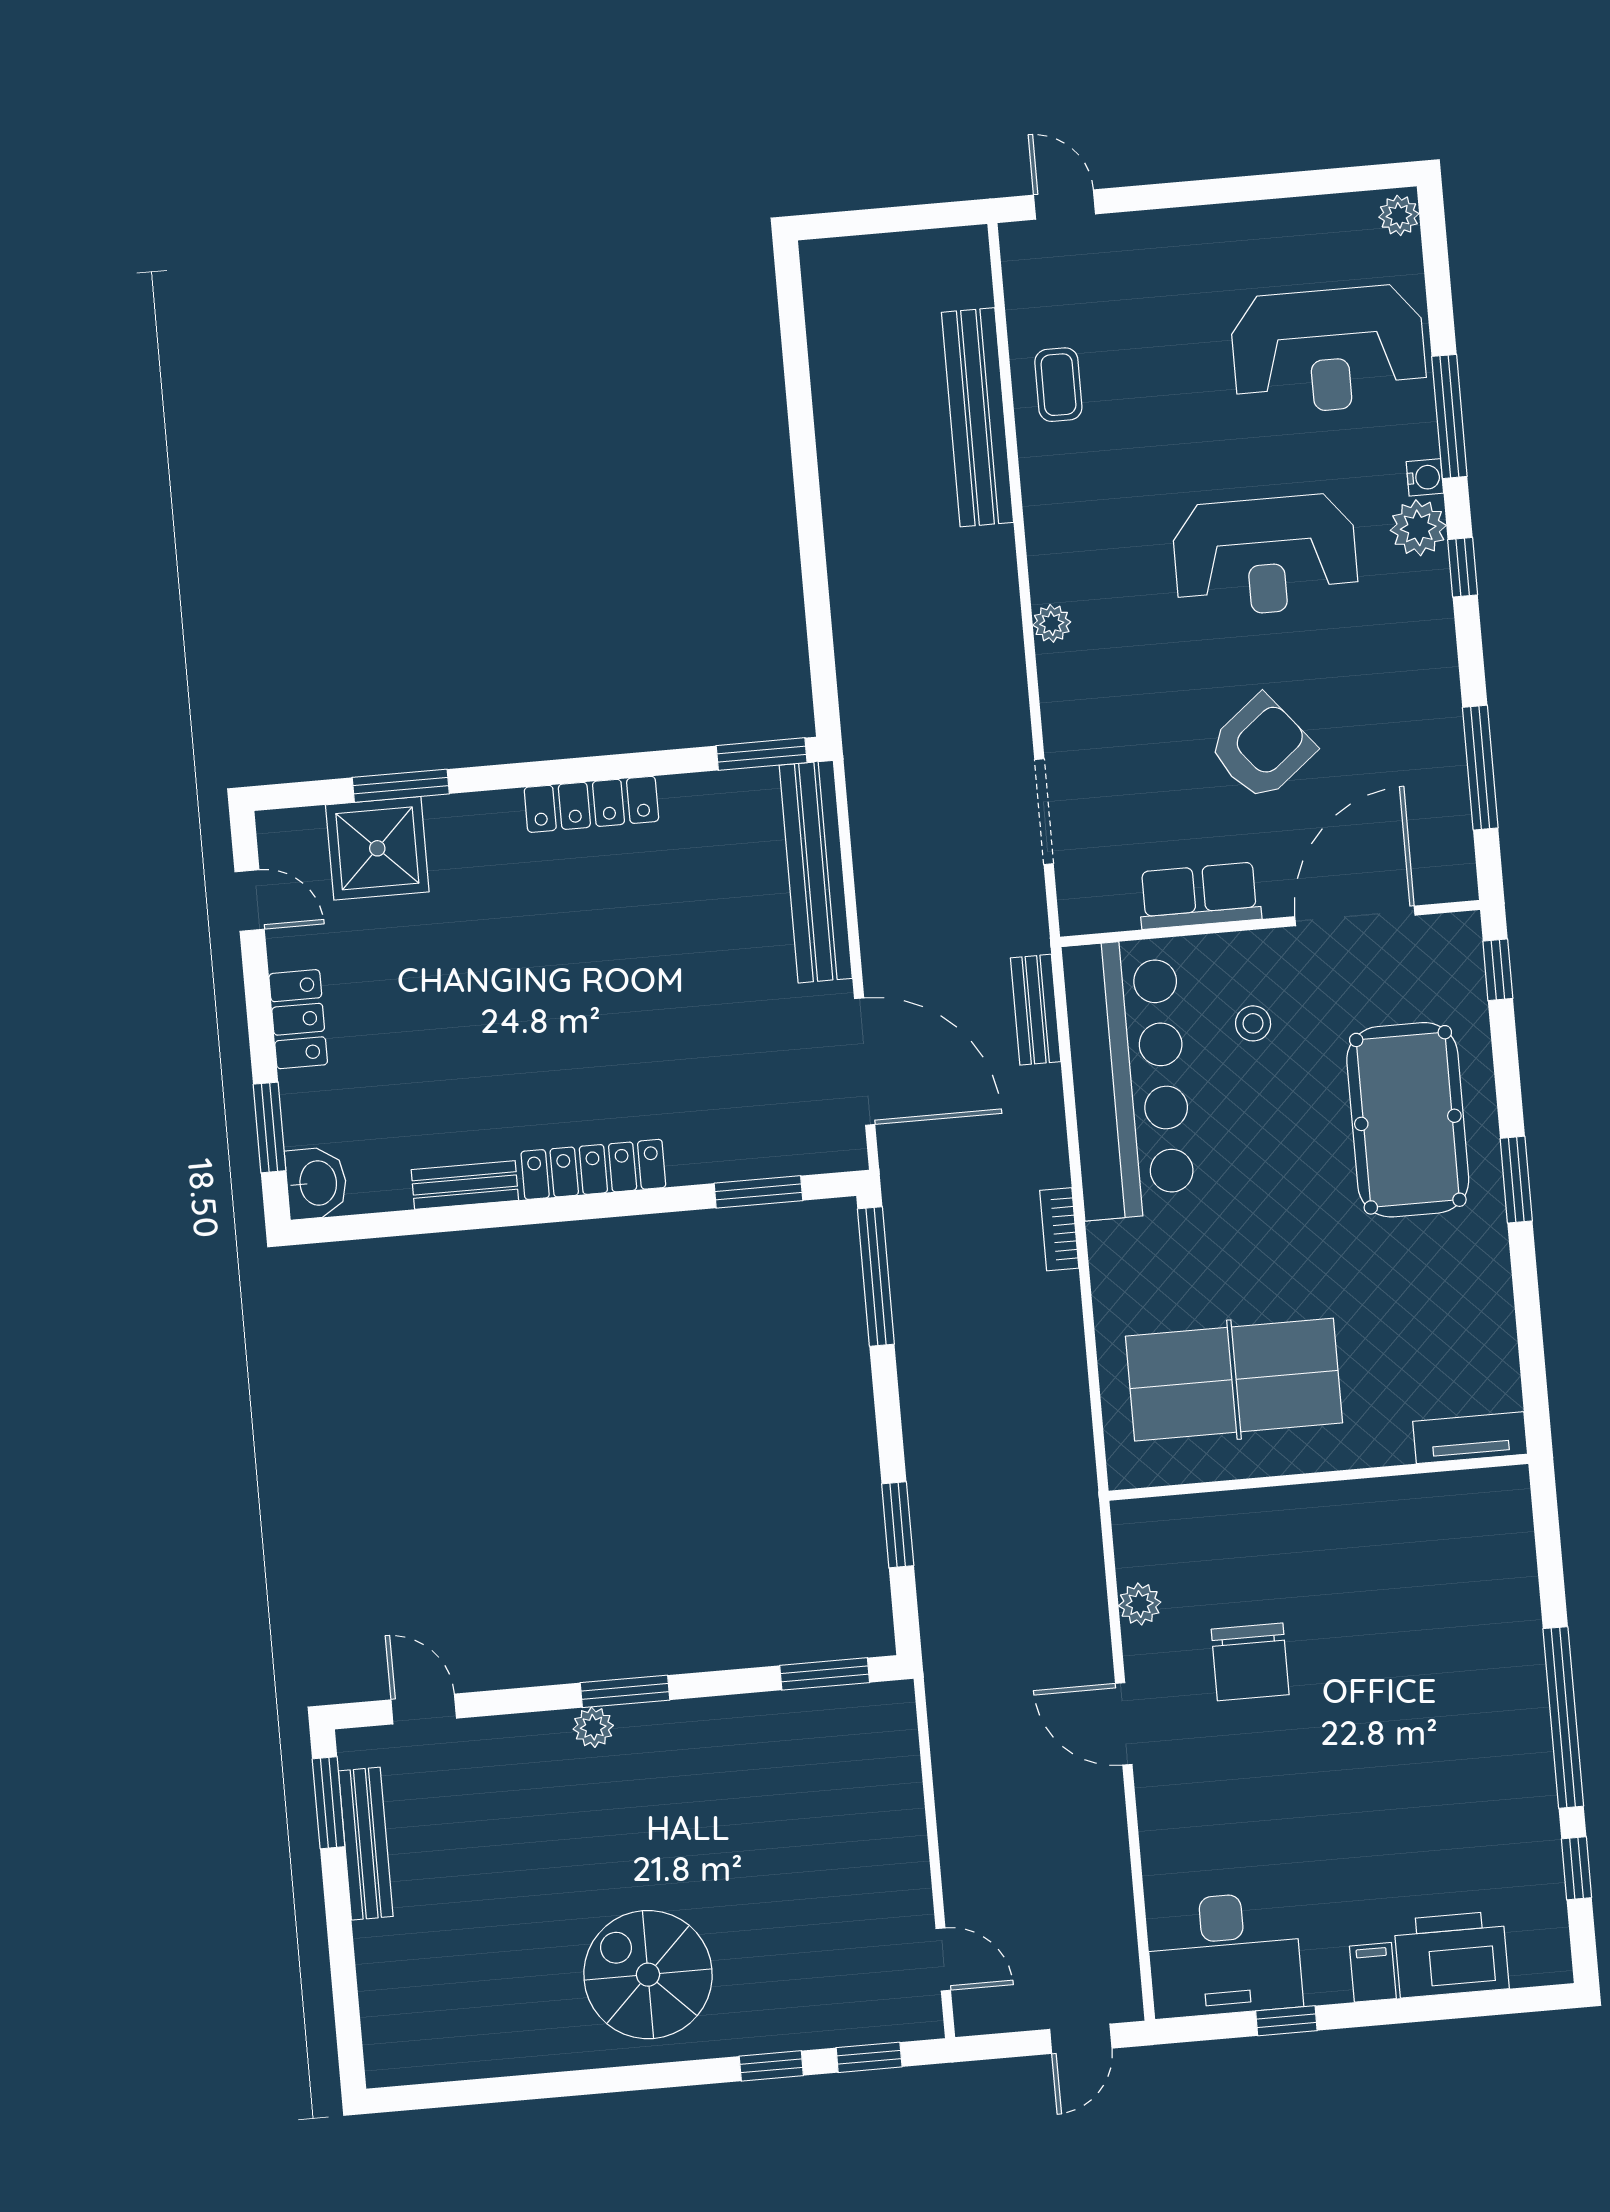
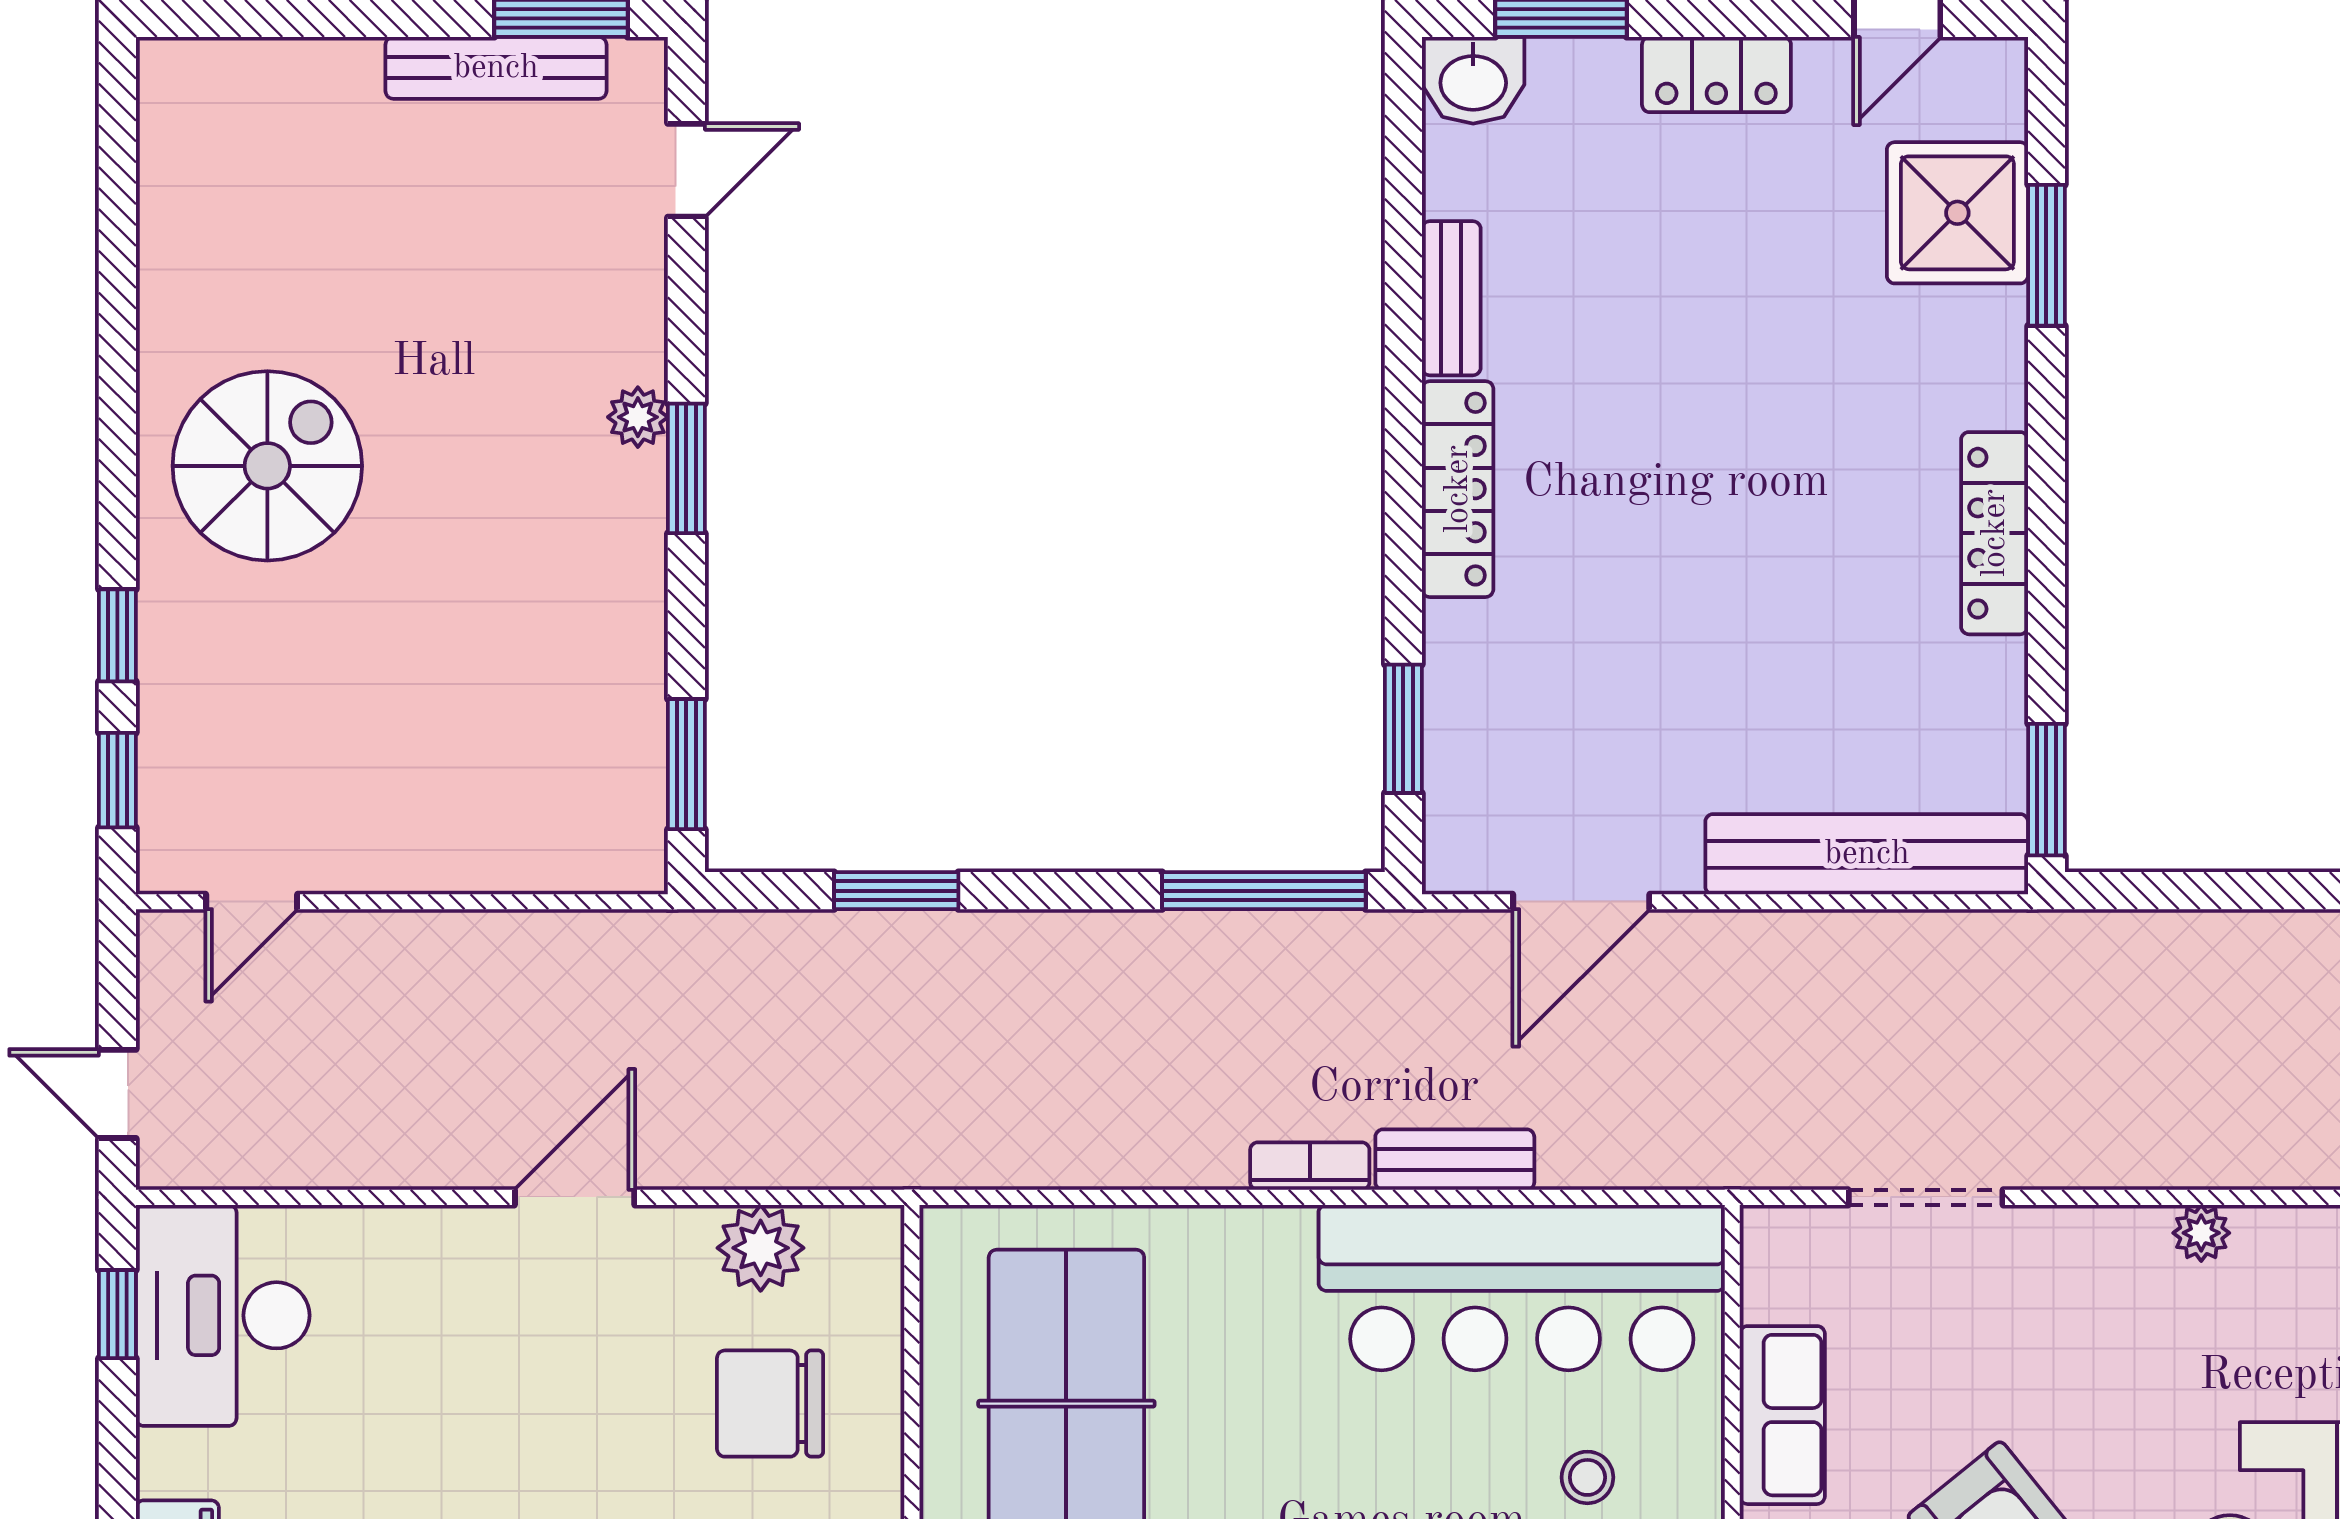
bench: (1036, 1010) -> (1455, 1160), moved
door: (865, 1062) -> (1581, 902), width x0.73
plant: (1140, 1604) -> (761, 1248), width x1.38, depth x1.38
chair: (1250, 1662) -> (770, 1404), moved
window: (1286, 2021) -> (117, 1314), moved

